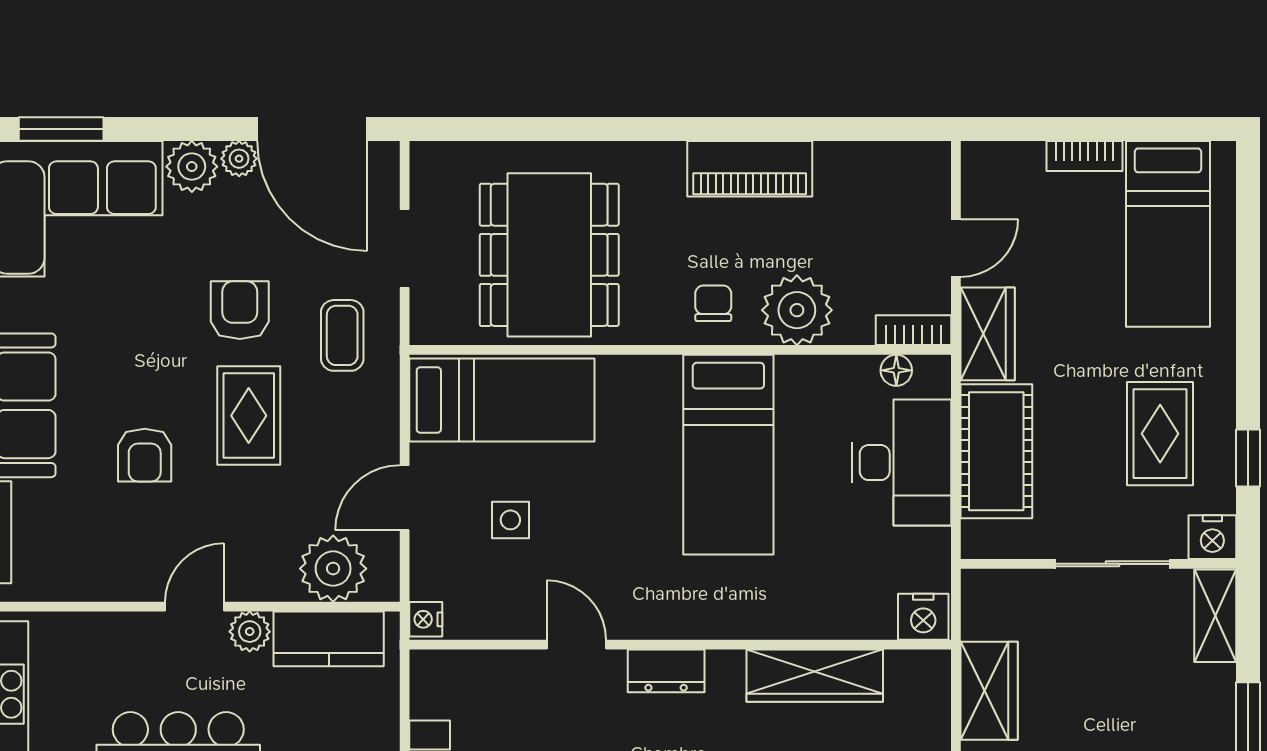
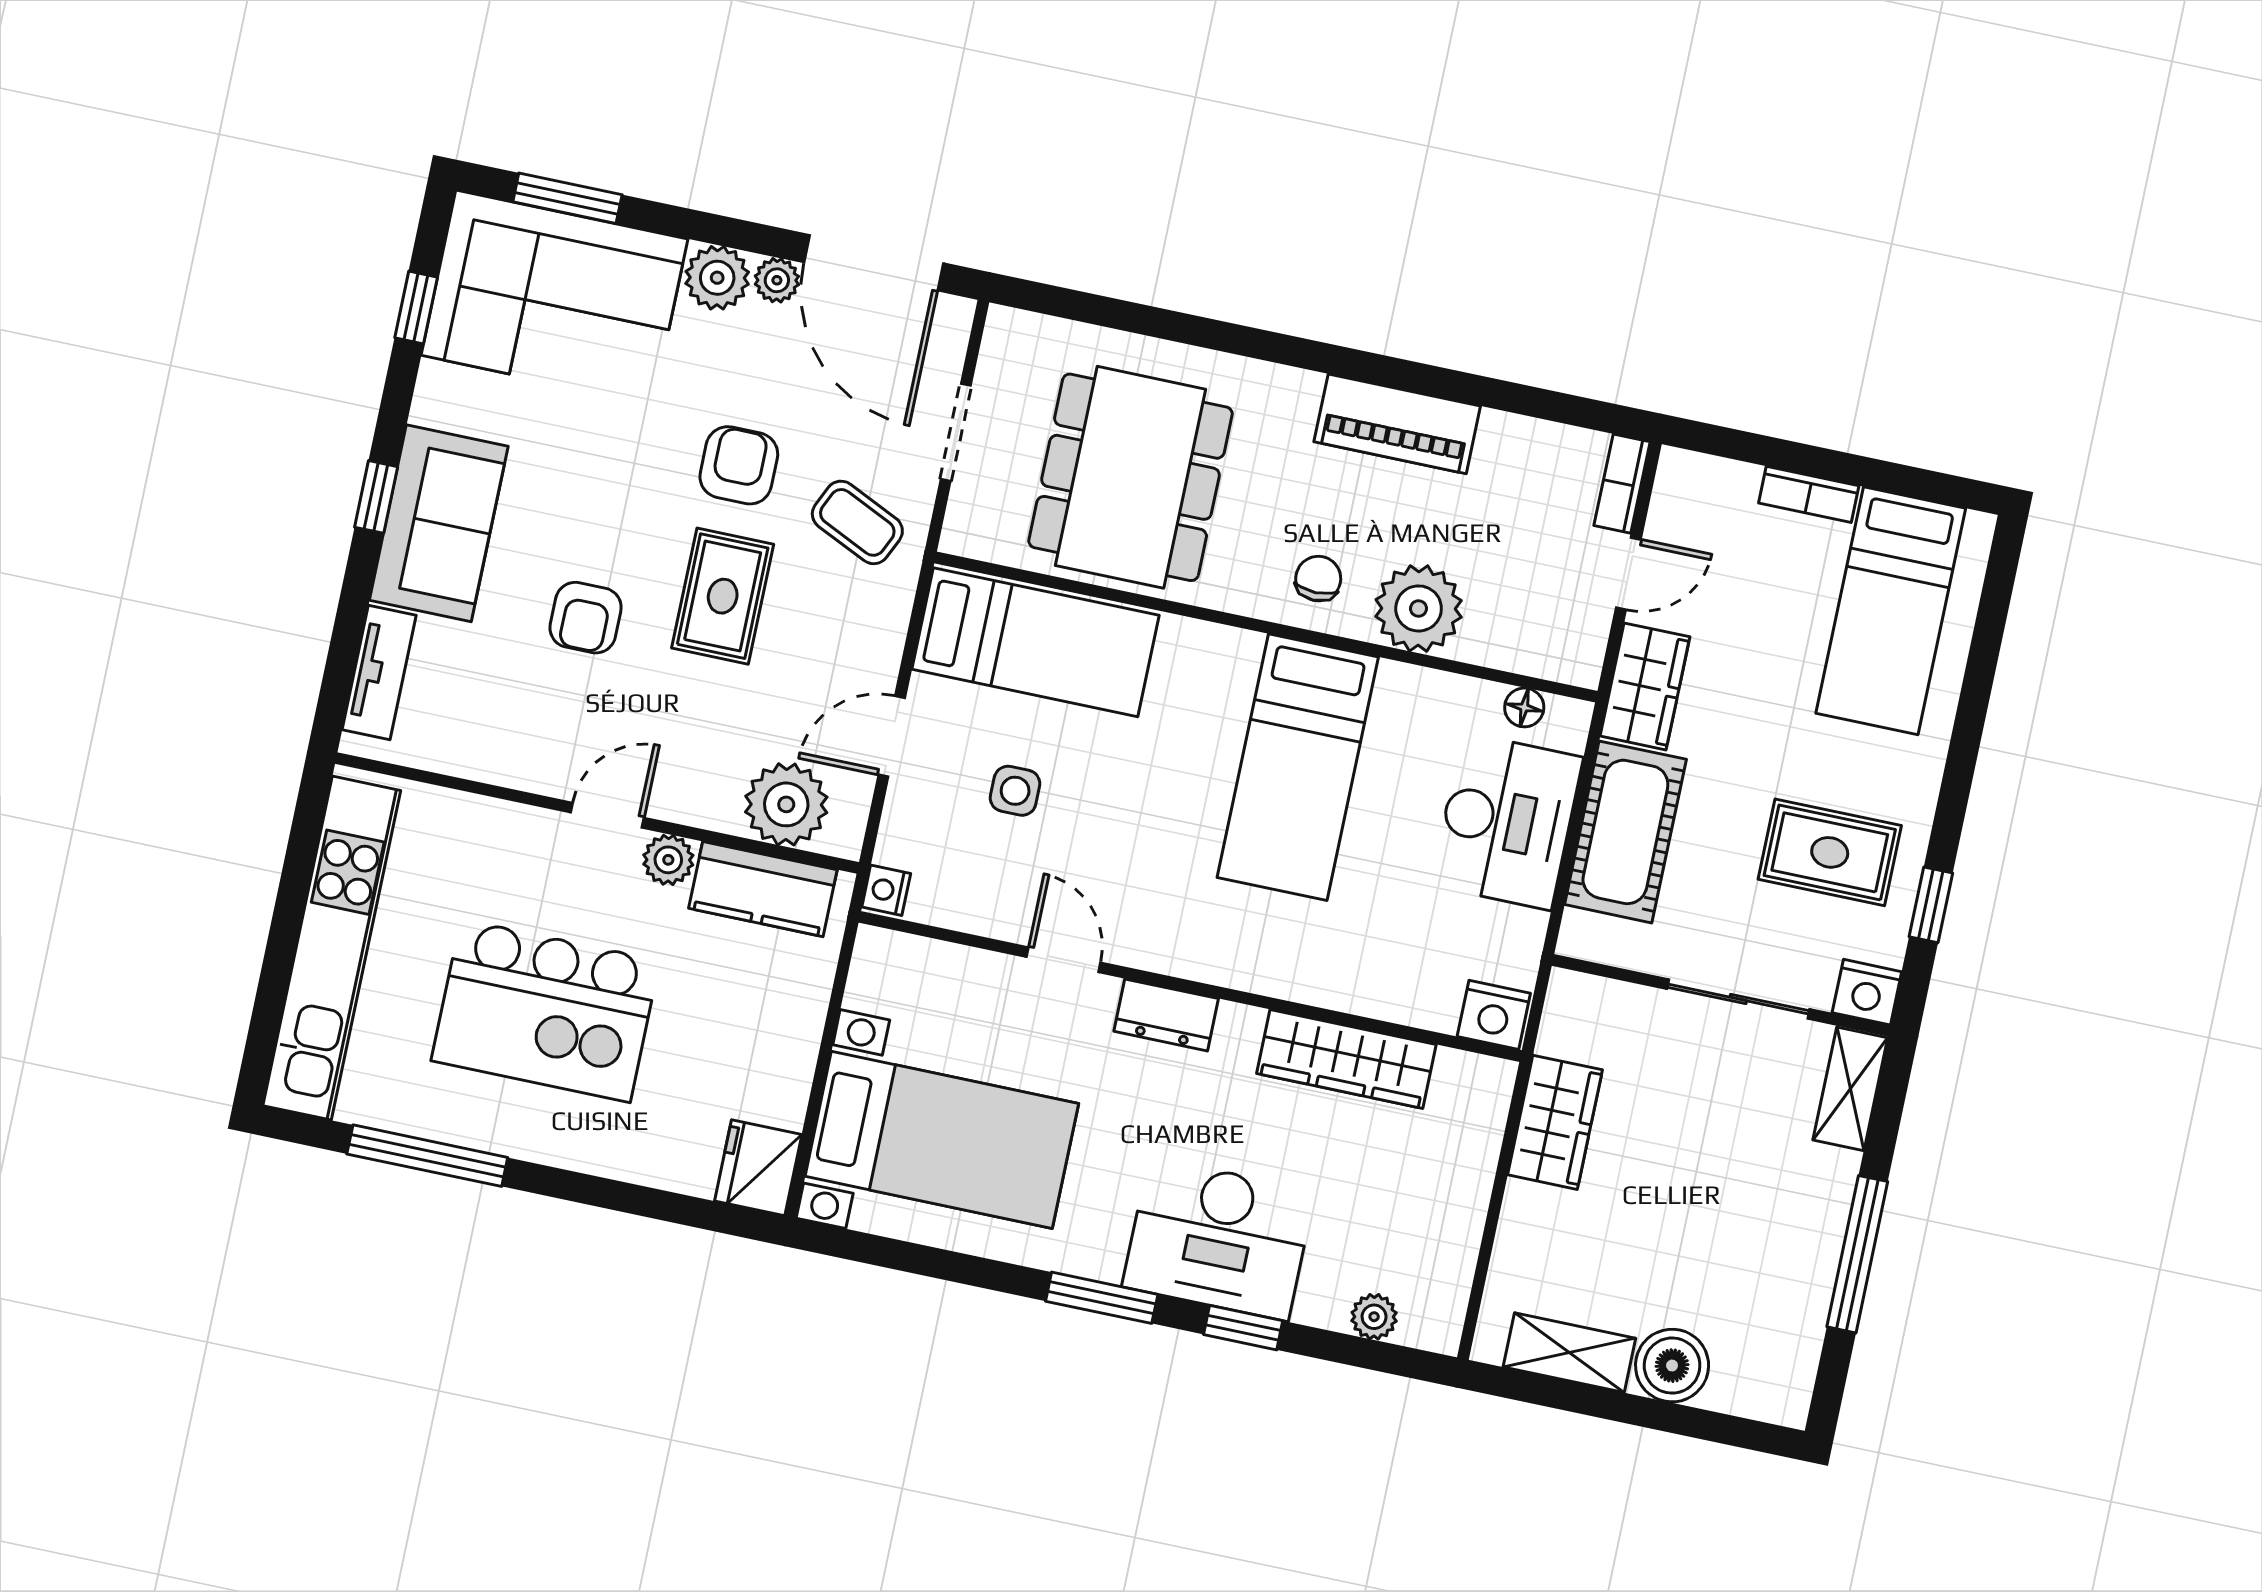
bookcase: (913, 330) -> (1622, 484), moved, turned -90
coffee table: (342, 335) -> (857, 522), turned -65
rug: (1160, 434) -> (1830, 852), turned 90

